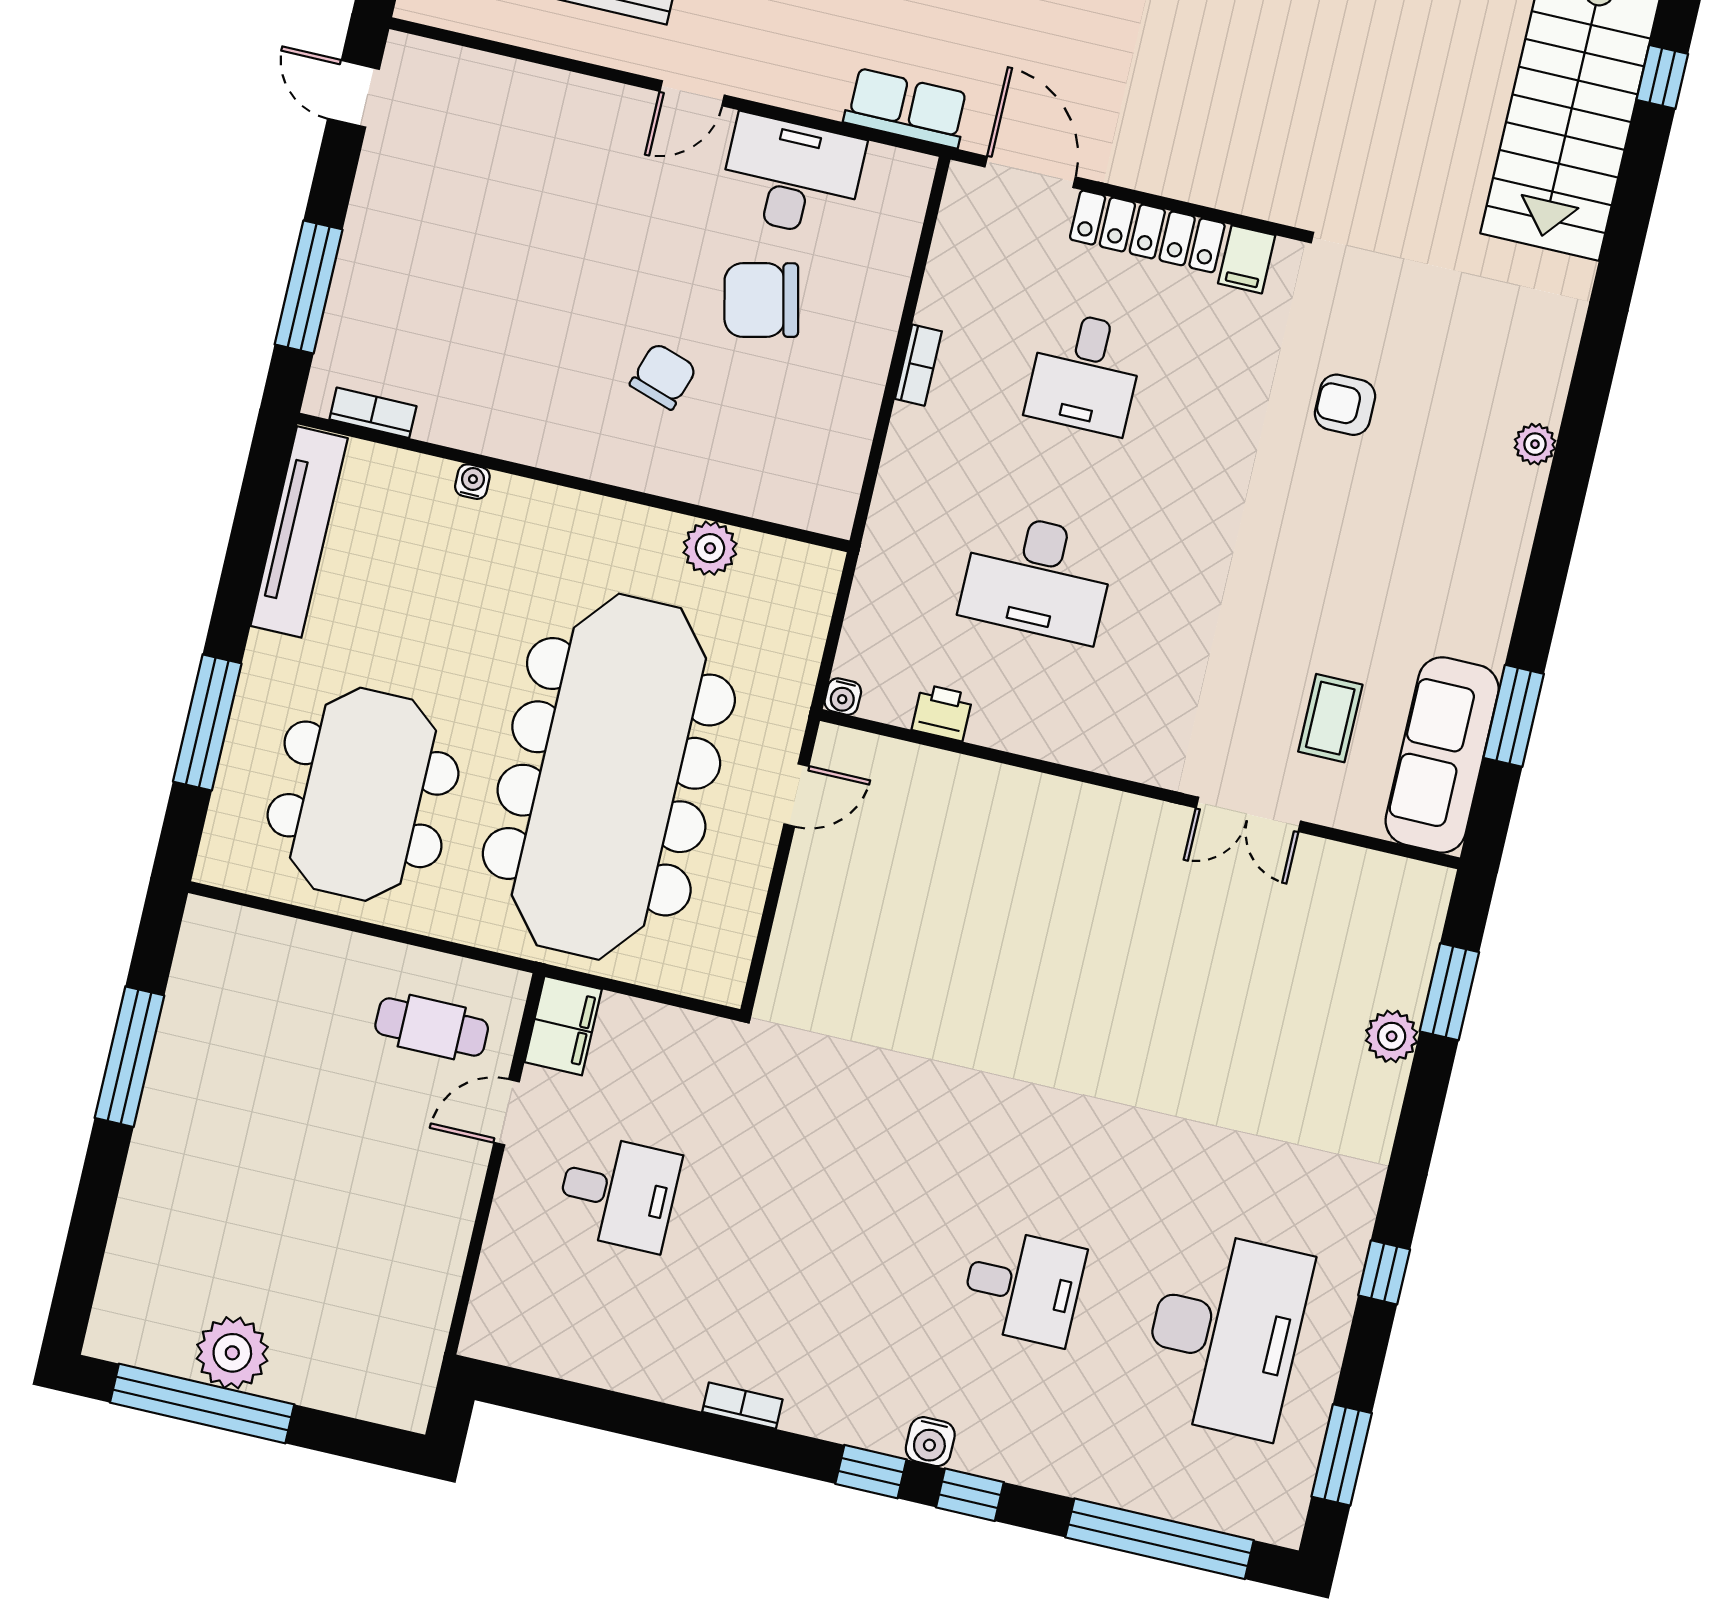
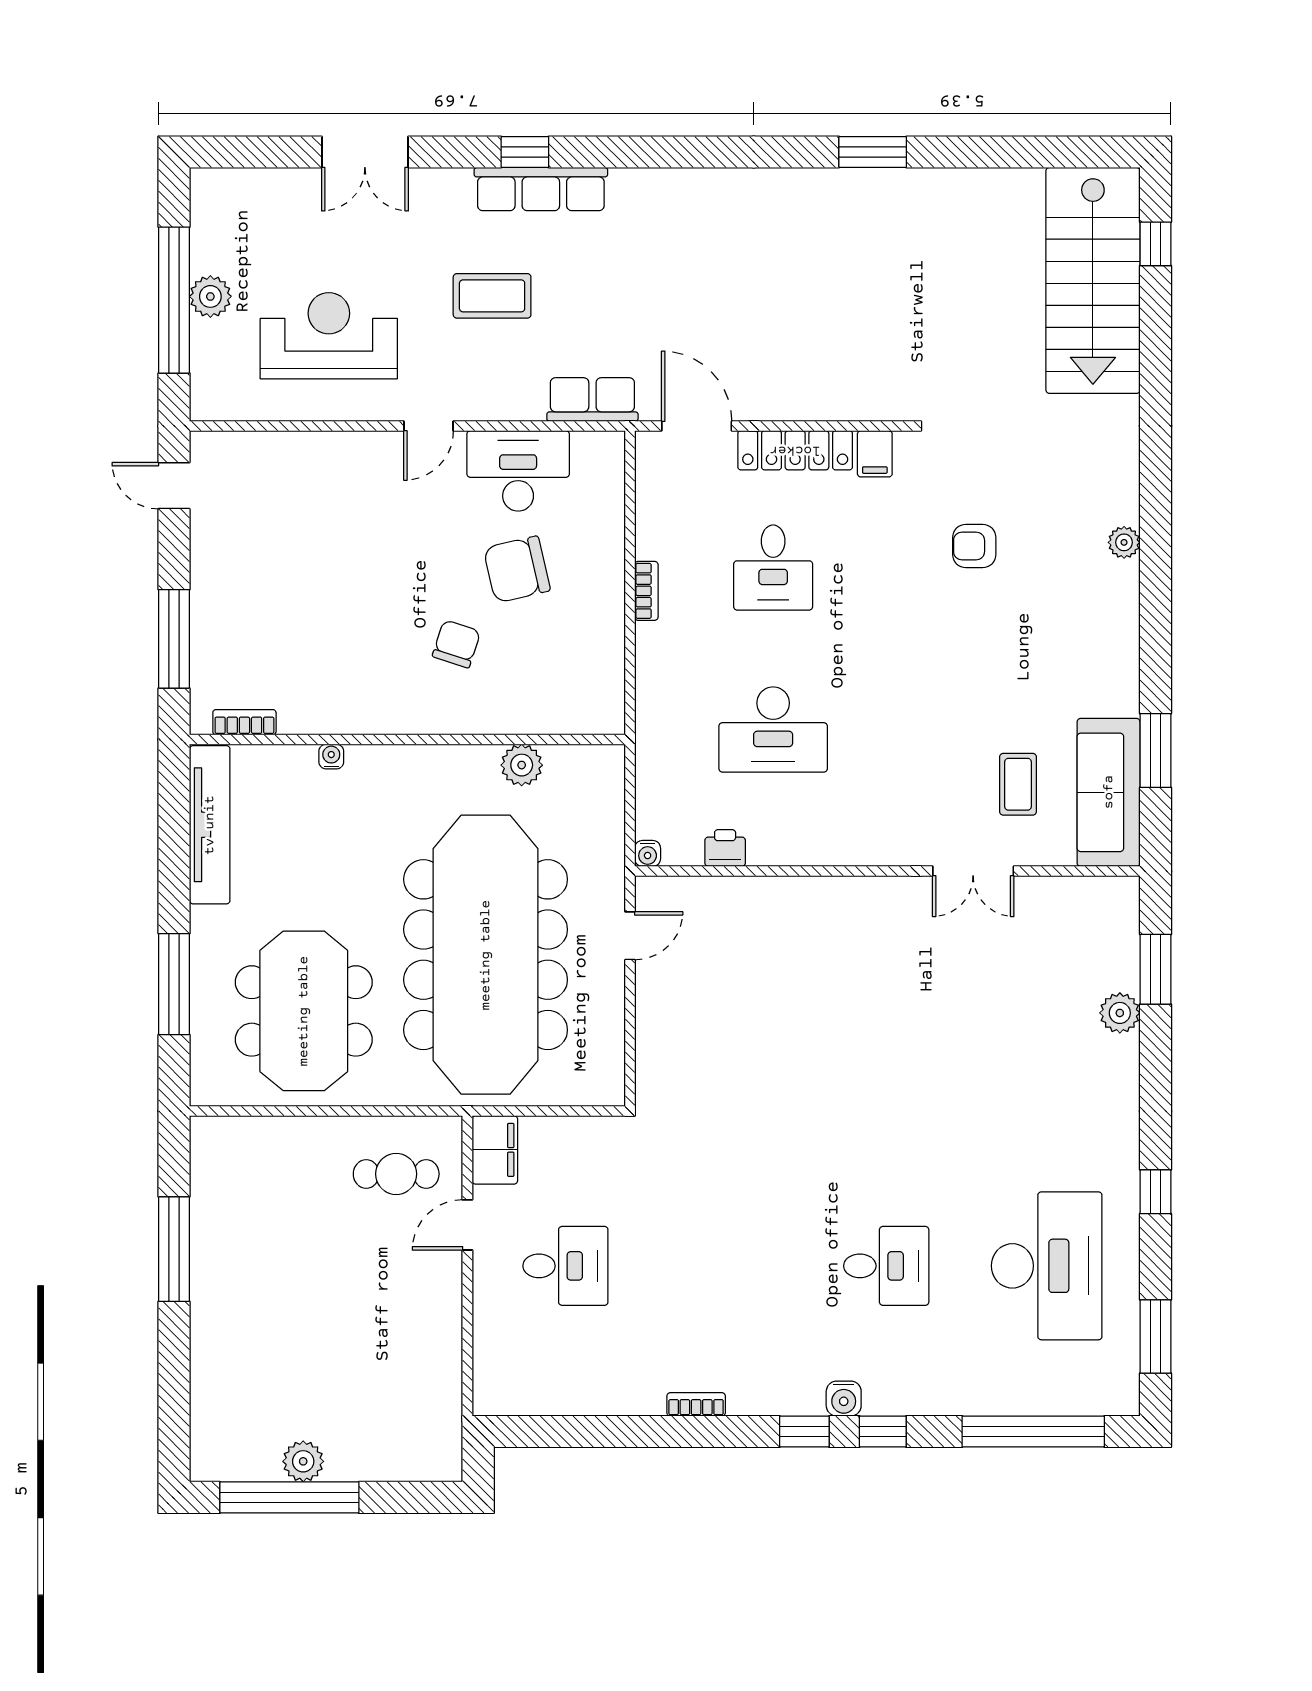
plant: (232, 1353) -> (303, 1461), width x0.73, depth x0.73

